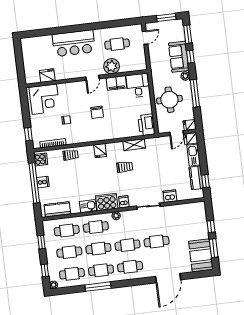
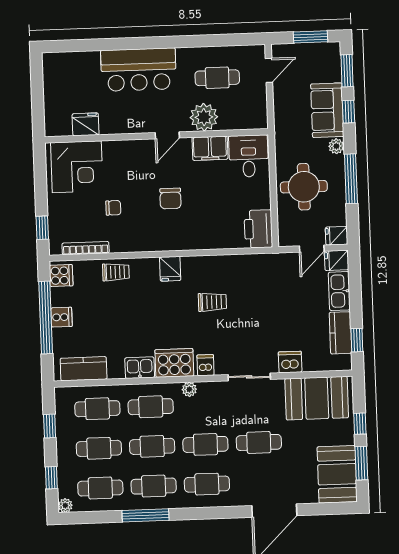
shelving: (134, 145) -> (233, 263), removed
booth: (186, 215) -> (317, 398), added

